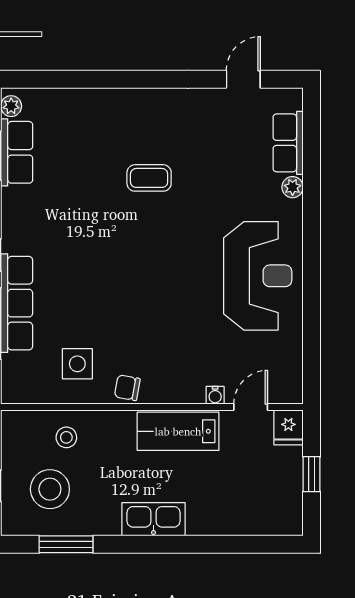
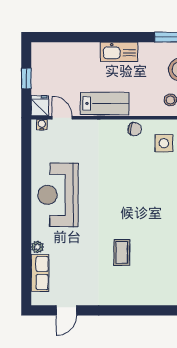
coffee table: (149, 178) -> (122, 252), turned 90
water cooler: (215, 395) -> (42, 125), moved
door: (251, 407) -> (62, 118), swing flipped

